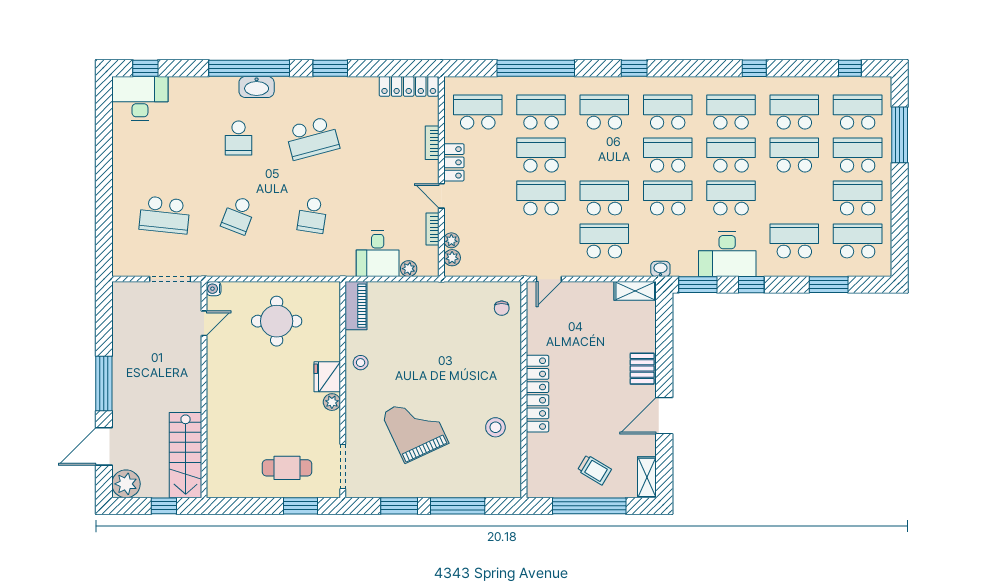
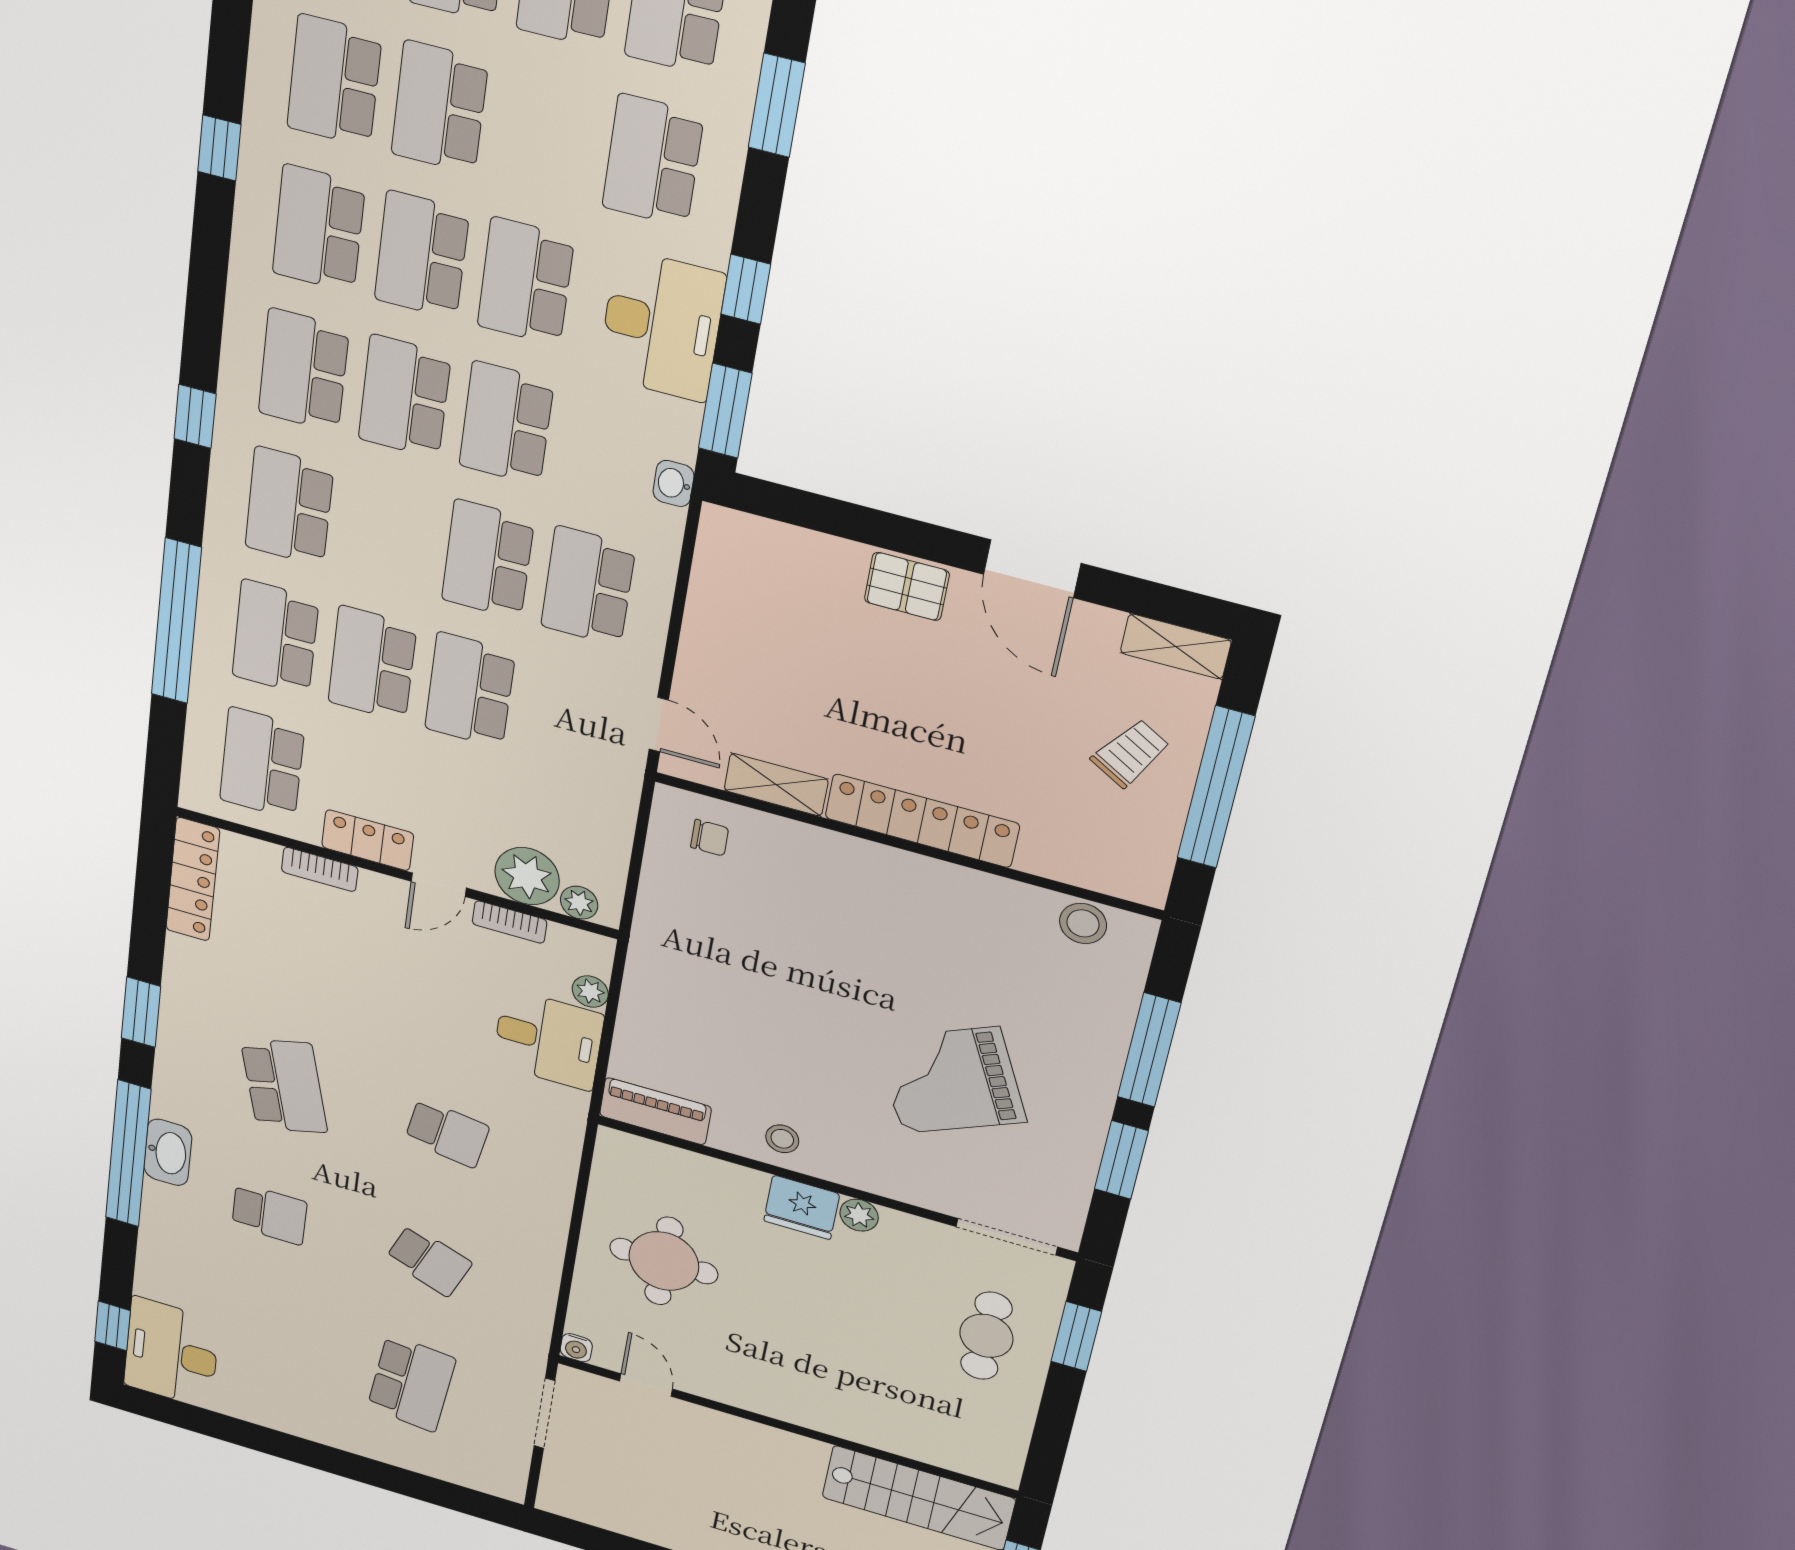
plant: (451, 240) -> (527, 876), width x1.88, depth x1.88
shelving: (635, 291) -> (776, 785), moved, turned 90
stool: (495, 427) -> (1083, 923), moved

